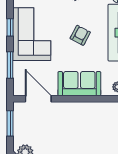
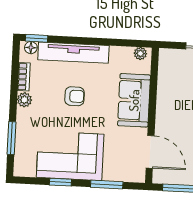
armchair: (80, 35) -> (75, 96), turned 152
door: (38, 99) -> (150, 152), swing flipped

